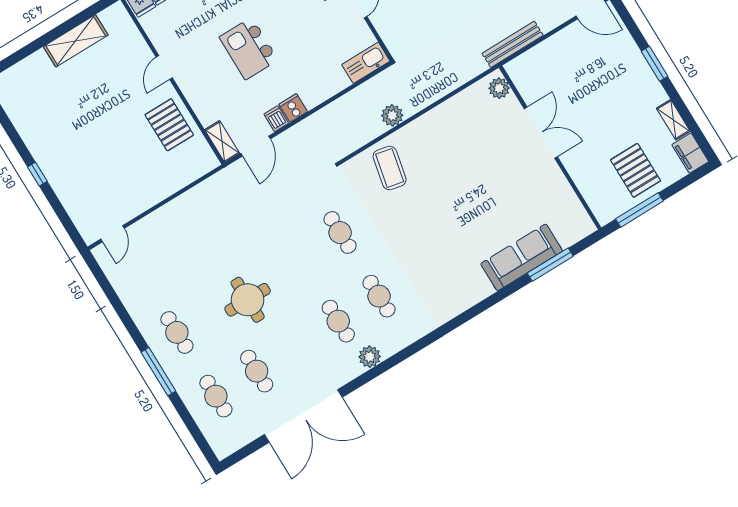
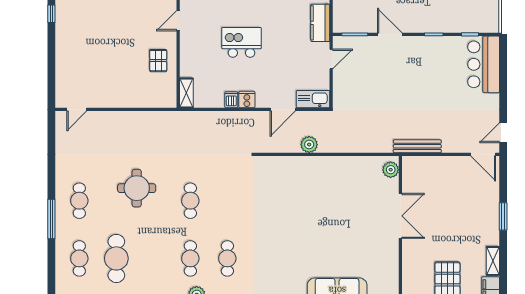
kitchen island: (249, 49) -> (241, 42), turned 90
pallet: (169, 125) -> (158, 61), width x0.67, depth x0.71
door: (256, 146) -> (283, 109), moved
coffee table: (390, 168) -> (286, 178), removed
window: (37, 174) -> (51, 14), moved
cafe table: (340, 233) -> (190, 201), moved
round table: (248, 300) -> (137, 188), moved
cafe table: (257, 371) -> (116, 258), width x1.37, depth x1.35

